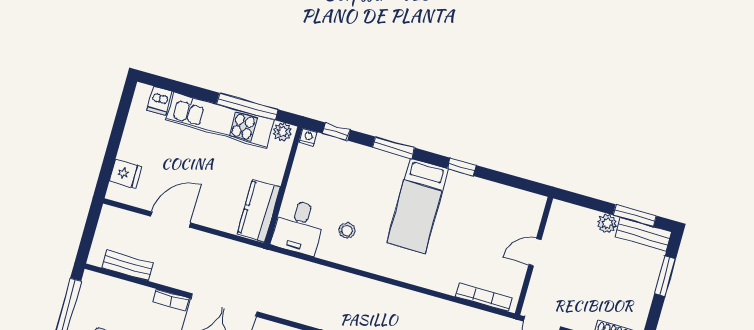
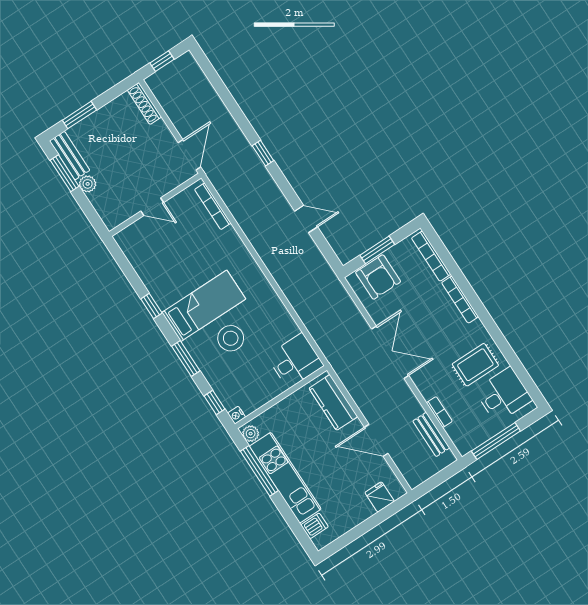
kitchen counter: (259, 211) -> (333, 402), moved, turned 90
stool: (347, 230) -> (231, 338), moved, width x1.89, depth x1.89
bookcase: (171, 300) -> (439, 412), moved

